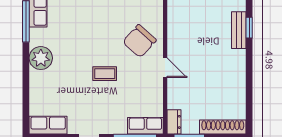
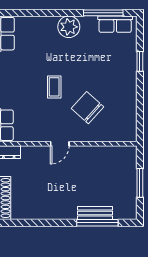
window: (249, 28) -> (97, 223), width x2.17
chair: (139, 41) -> (88, 108), moved

